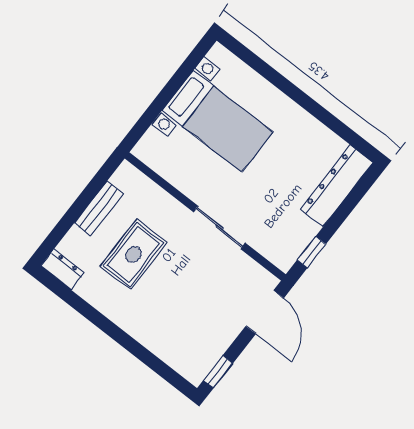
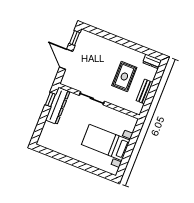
dresser: (337, 186) -> (58, 106), moved
door: (265, 312) -> (66, 59), moved

